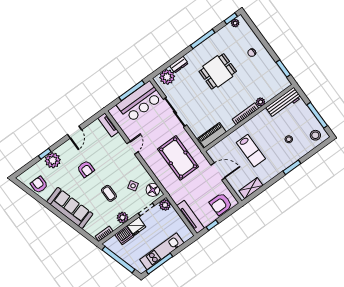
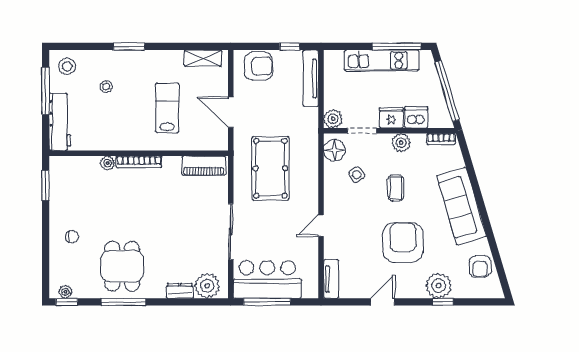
dining table: (218, 71) -> (122, 266), moved, turned 90
workbench: (284, 103) -> (60, 122), moved, turned 90
armchair: (86, 169) -> (403, 242), width x1.88, depth x1.88

